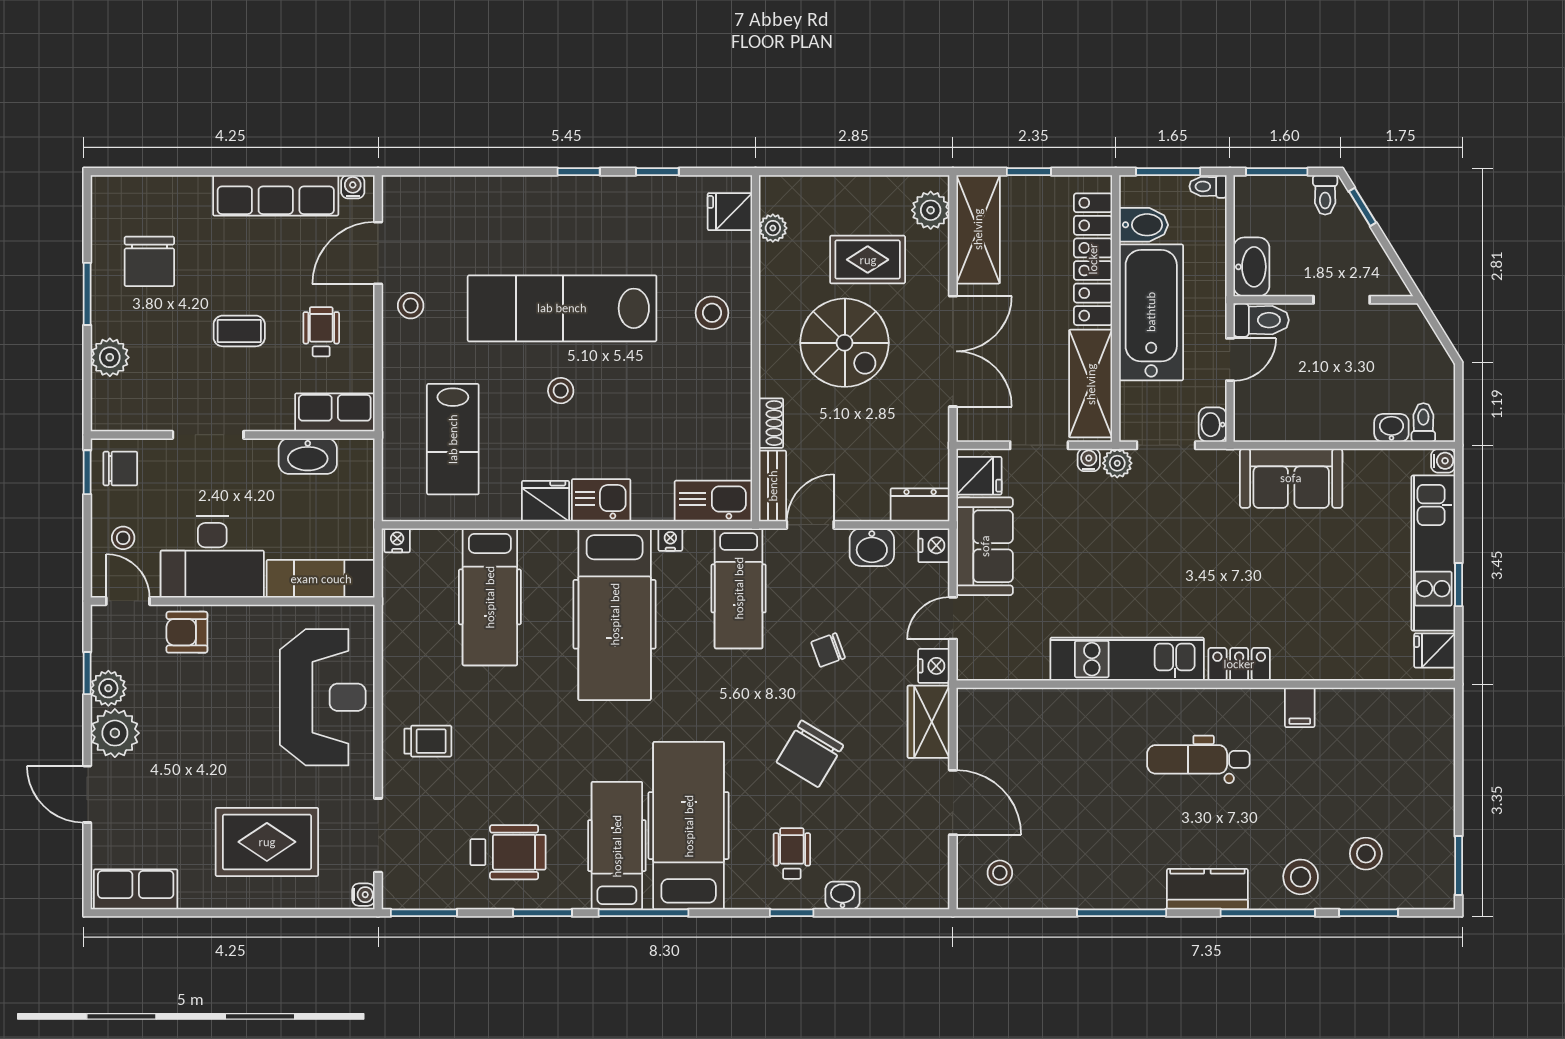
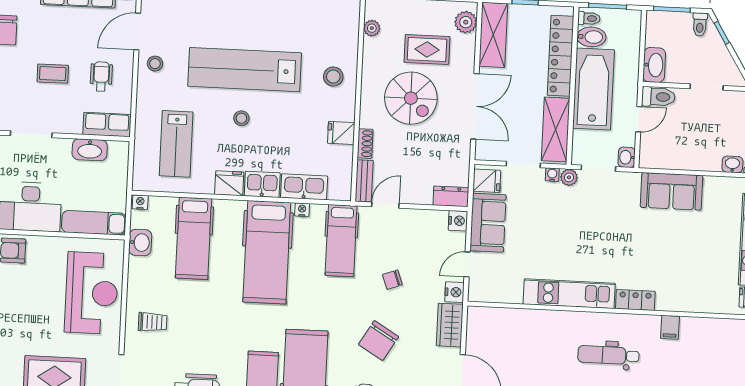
toilet: (1208, 186) -> (589, 18), moved, turned 180
fridge: (730, 212) -> (341, 133), moved
kitchen sink: (713, 501) -> (304, 187), moved
washbasin: (872, 547) -> (140, 242), moved, turned -90

